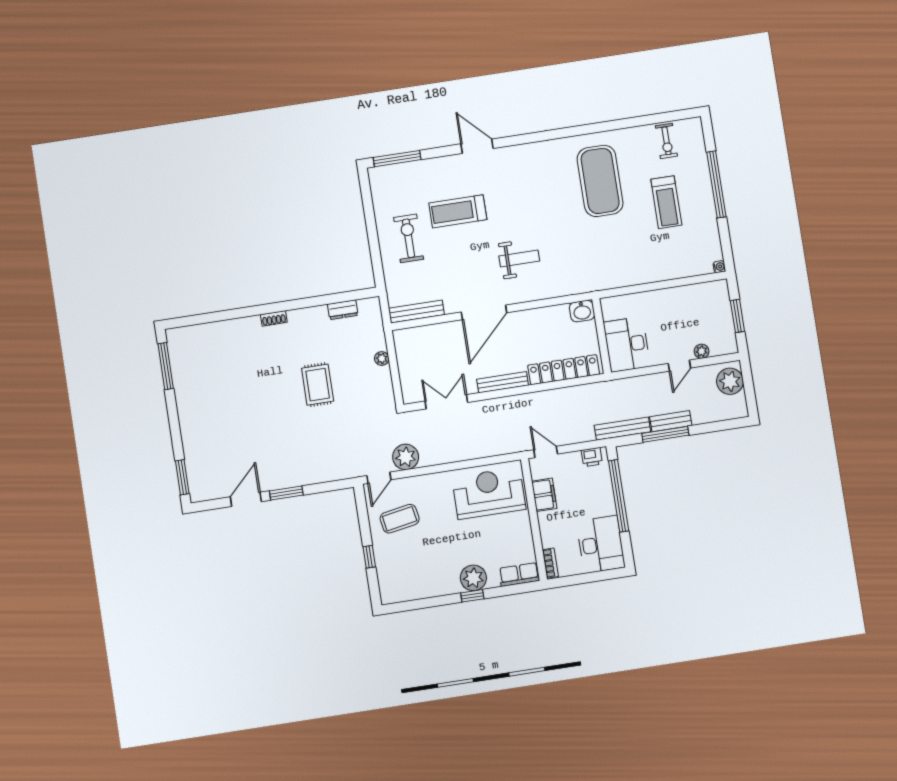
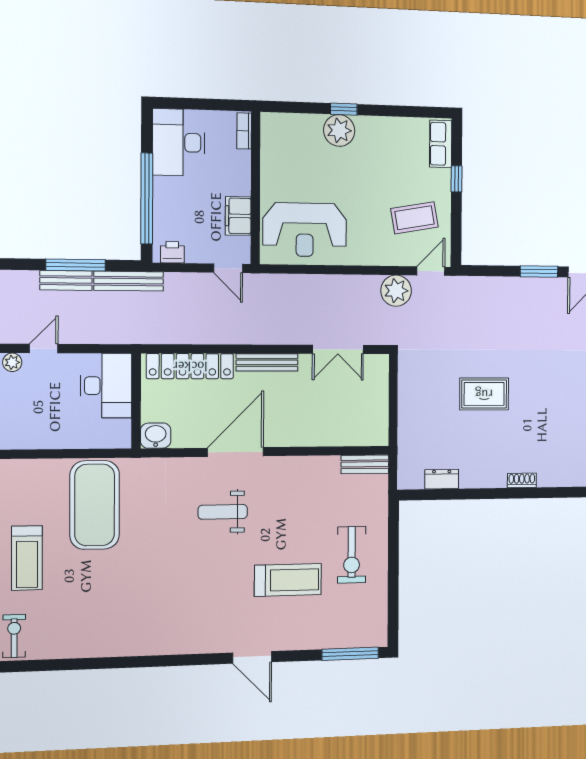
exercise mat: (600, 181) -> (95, 505), moved
treadmill: (666, 202) -> (27, 558), turned 180
bench: (416, 312) -> (365, 464), width x0.73
door: (484, 312) -> (236, 452), moved
plant: (382, 358) -> (406, 414), removed
rug: (318, 385) -> (484, 394), turned 90
row of seats: (519, 574) -> (441, 144), moved, turned 90

